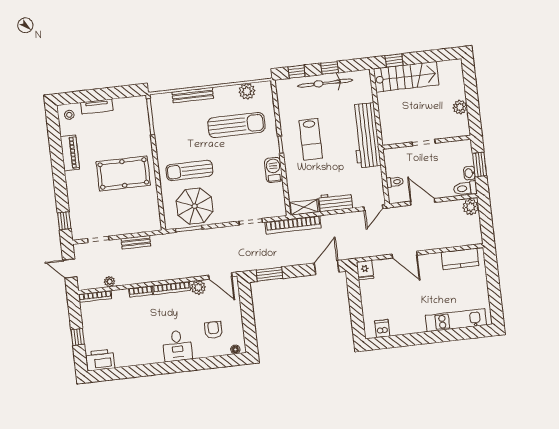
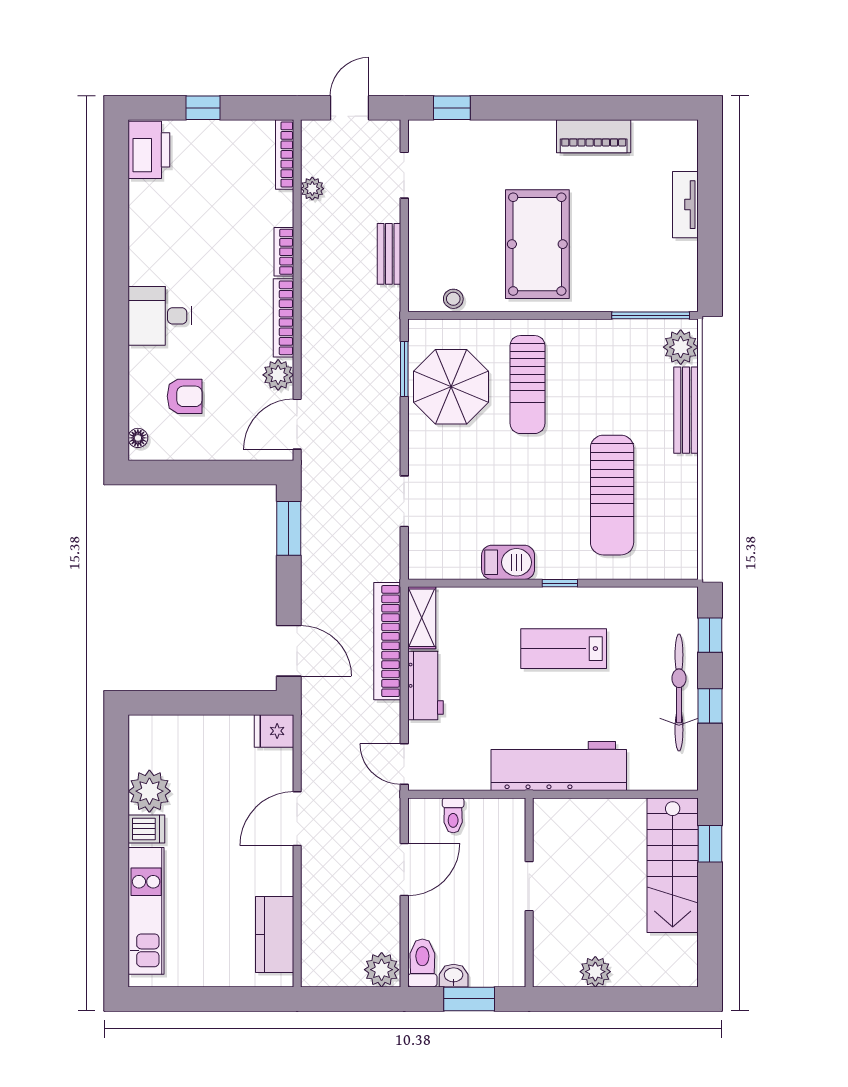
plant: (247, 91) -> (681, 347), moved
stool: (69, 115) -> (453, 299), moved
sun lounger: (189, 170) -> (528, 385), turned 180
bookcase: (293, 225) -> (387, 641), moved
plant: (400, 325) -> (149, 791), added
dishwasher: (382, 329) -> (146, 829), moved

